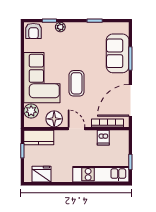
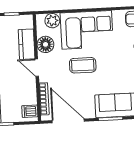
door: (77, 129) -> (37, 68), swing flipped
kitchen counter: (39, 137) -> (27, 44), moved
dishwasher: (103, 138) -> (30, 111), moved

